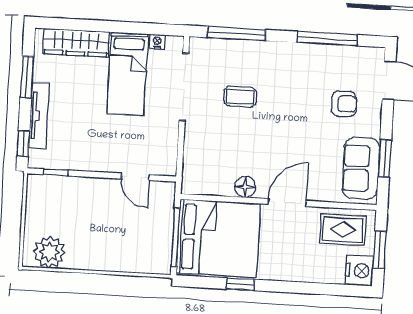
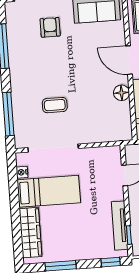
coffee table: (240, 97) -> (55, 105), turned 90
tv unit: (39, 116) -> (120, 226), moved, turned -90

